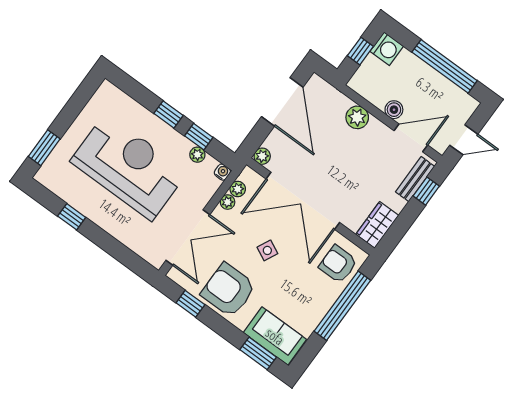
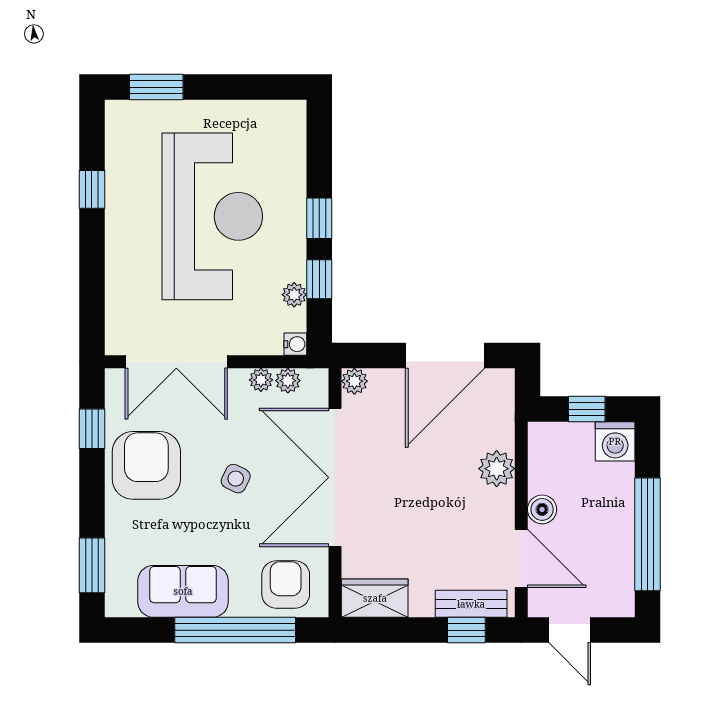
sofa: (275, 336) -> (183, 591), moved, turned -90

